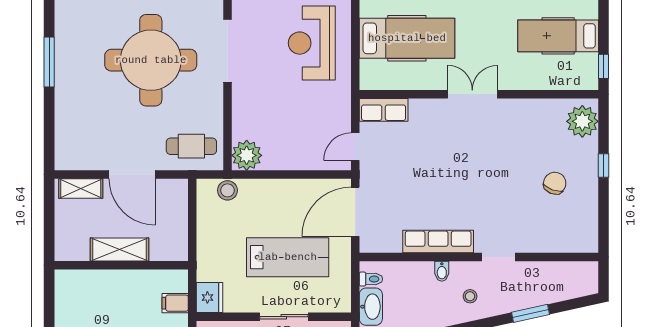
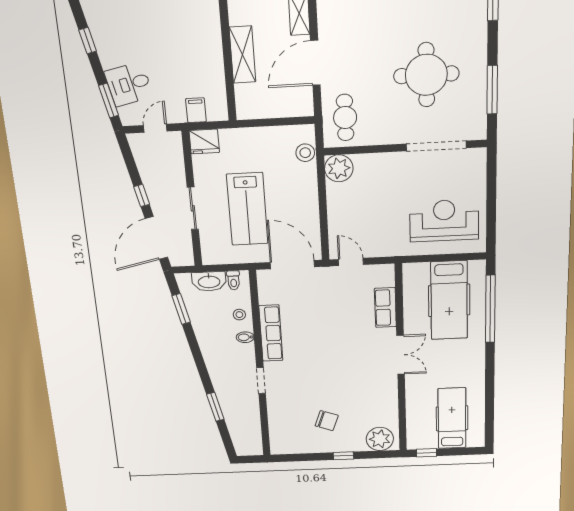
round table: (151, 60) -> (426, 75), width x0.73, depth x0.73
row of seats: (384, 110) -> (385, 308), moved
stool: (470, 296) -> (239, 315), moved

